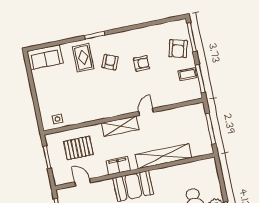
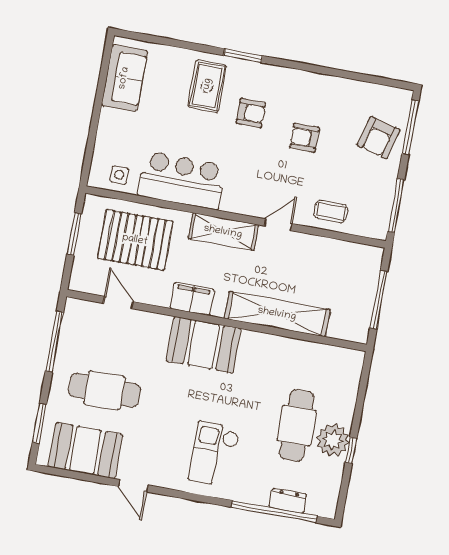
sofa: (45, 57) -> (124, 78), moved, turned -90
armchair: (110, 62) -> (251, 113), turned 67
armchair: (141, 63) -> (305, 138), turned 180
coffee table: (187, 74) -> (331, 211), moved
bar counter: (89, 109) -> (182, 181), added
pallet: (78, 148) -> (135, 240), width x1.37, depth x1.41

